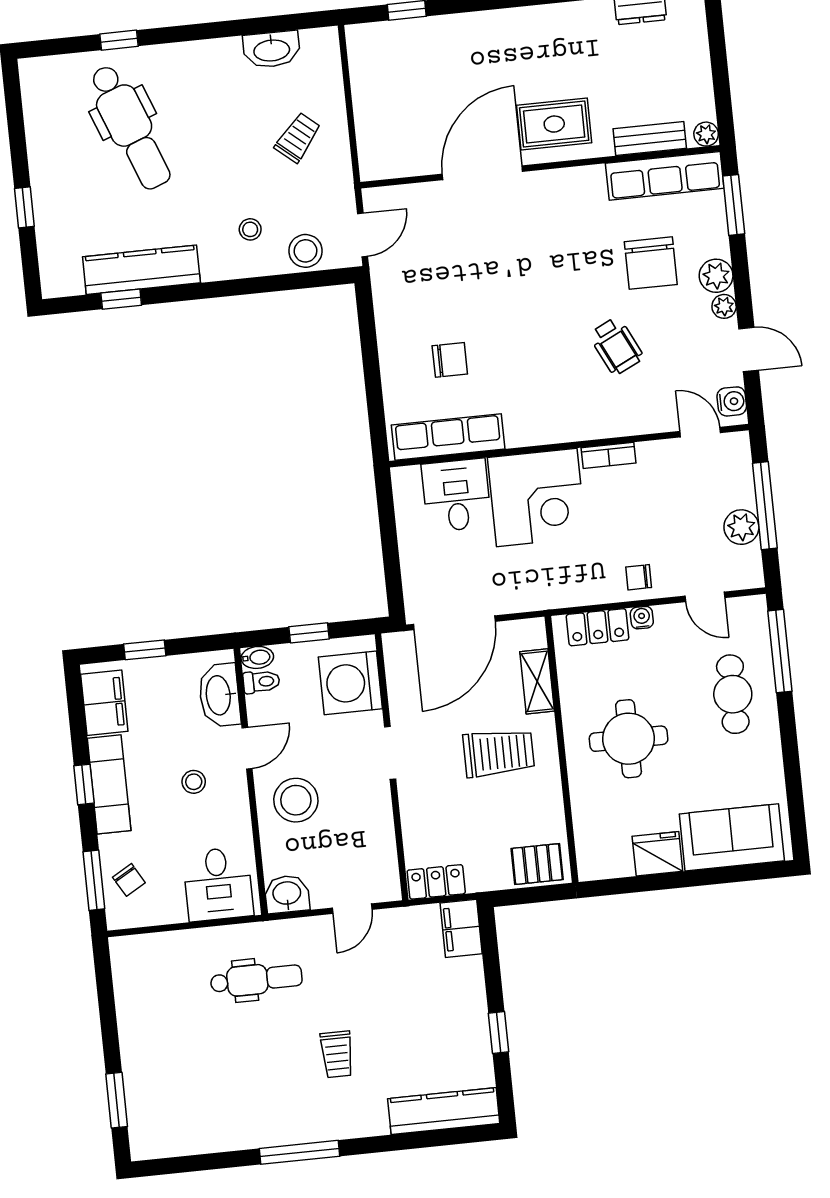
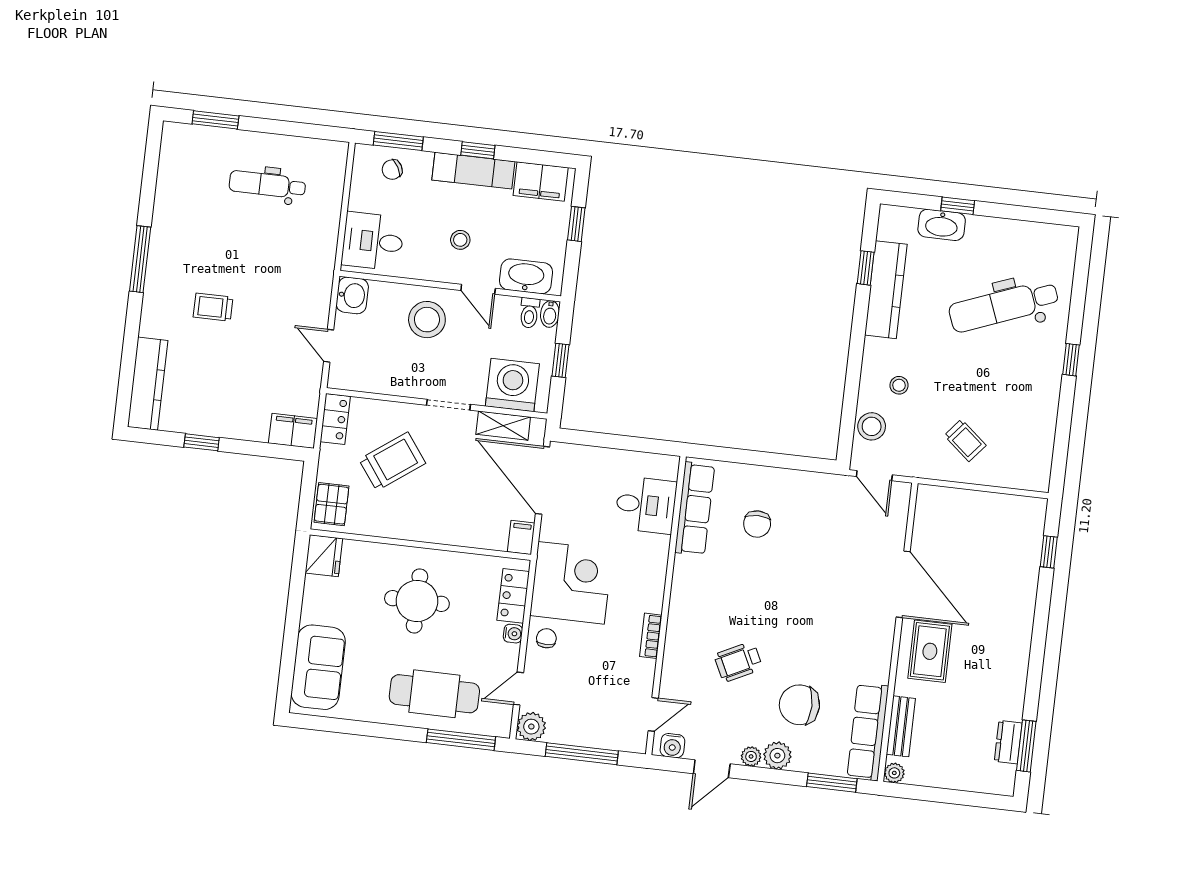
window: (119, 40) -> (1071, 360), moved
washbasin: (272, 49) -> (942, 225), moved, turned -90
corner desk: (537, 497) -> (571, 583), moved, turned 180
plant: (741, 527) -> (531, 727), moved
filing cabinet: (527, 633) -> (521, 537), added
shelving: (537, 681) -> (503, 426), moved
cafe table: (733, 694) -> (434, 694), width x1.37, depth x1.35
trolley: (499, 753) -> (392, 461), moved, turned -126
fridge: (657, 854) -> (324, 556), moved
dental chair: (256, 979) -> (267, 185), moved, turned 90

